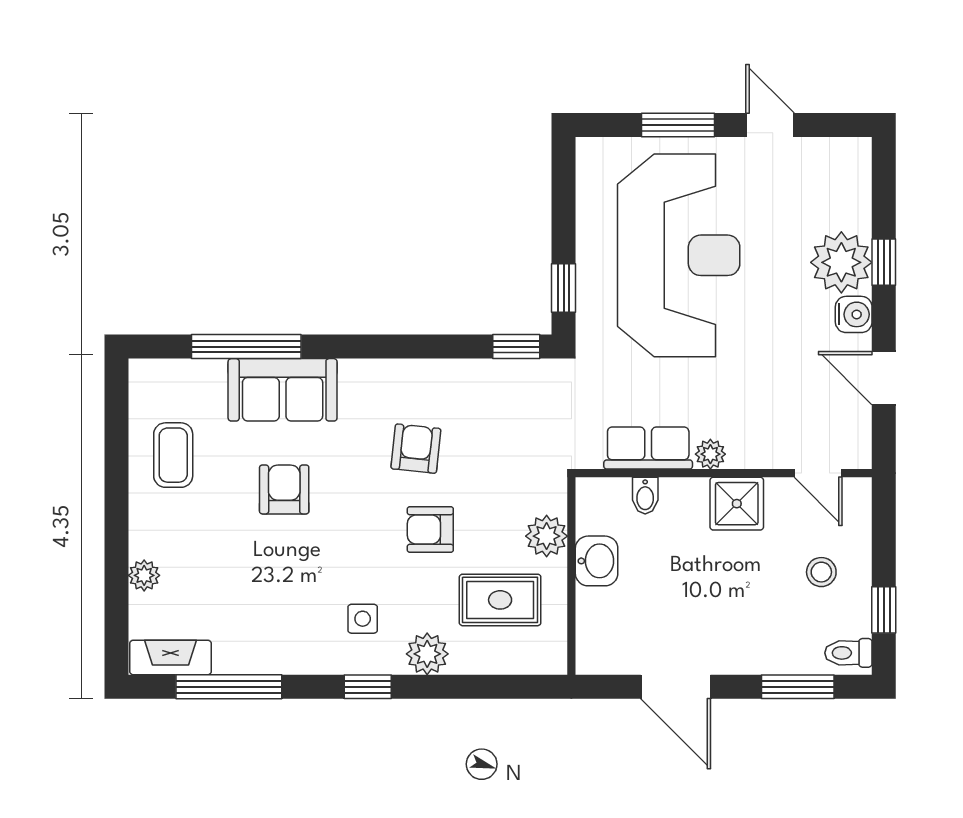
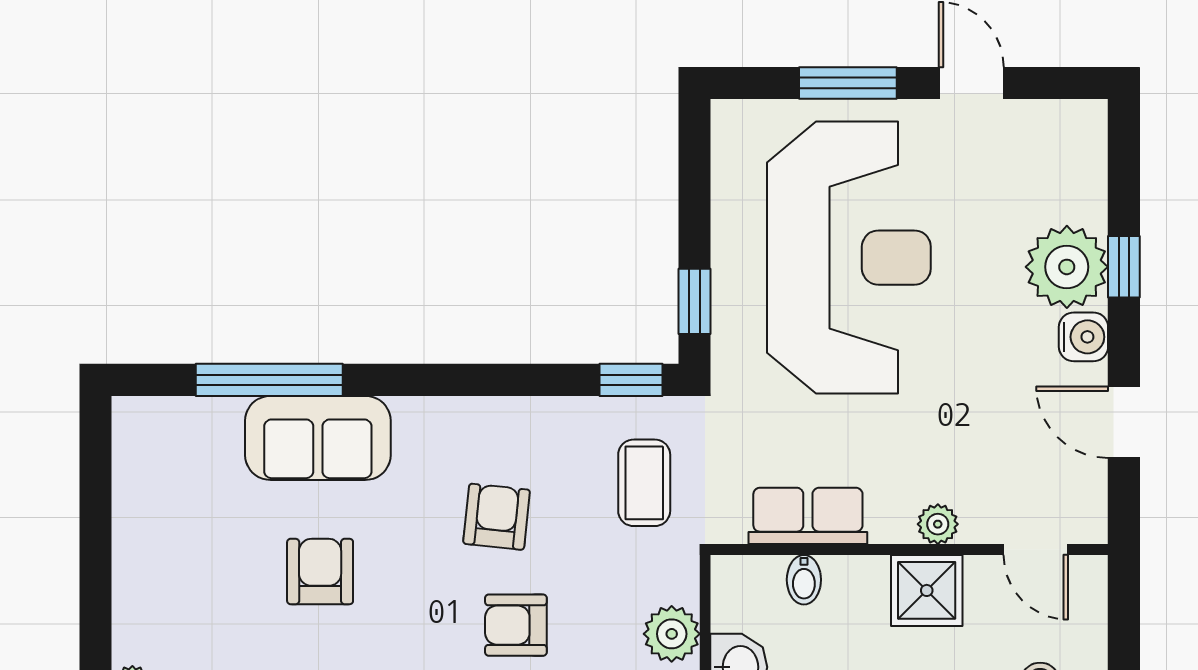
plant: (710, 454) -> (938, 524), moved
coffee table: (173, 455) -> (644, 483), moved

